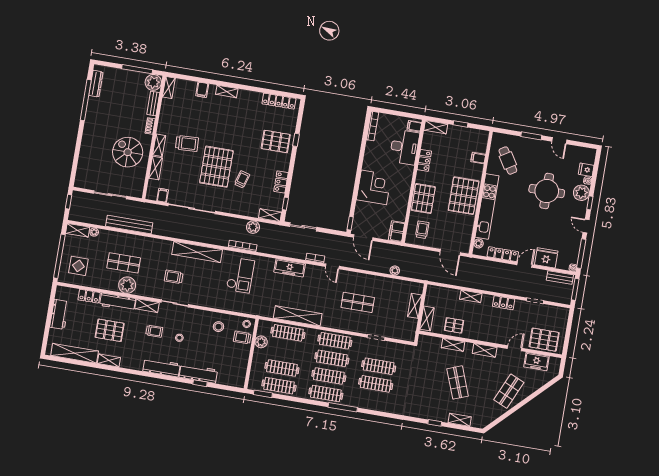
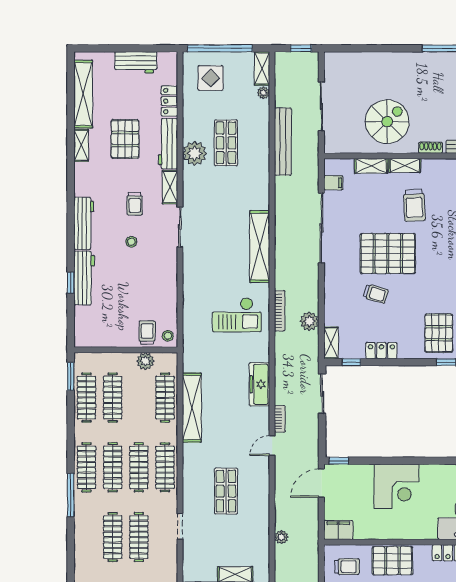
trolley: (174, 277) -> (218, 219), removed
stool: (218, 327) -> (157, 296), removed

